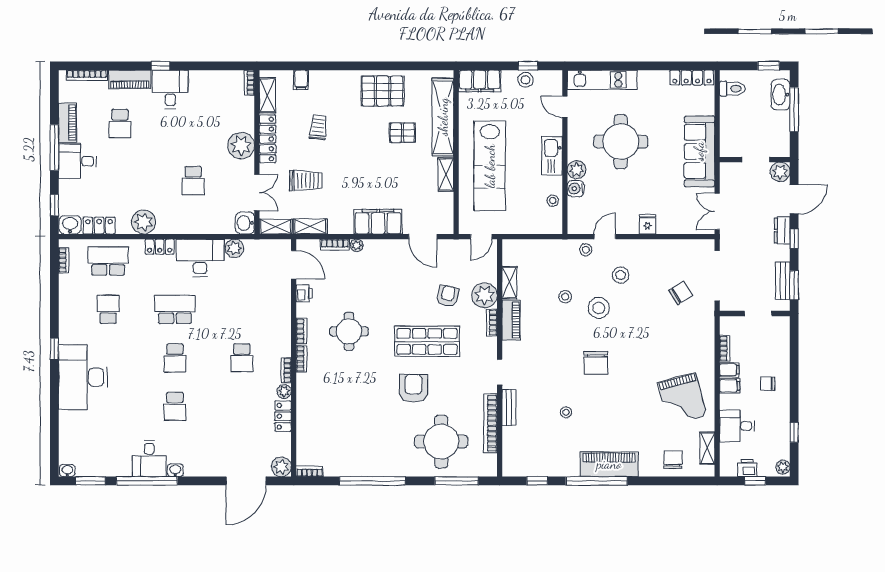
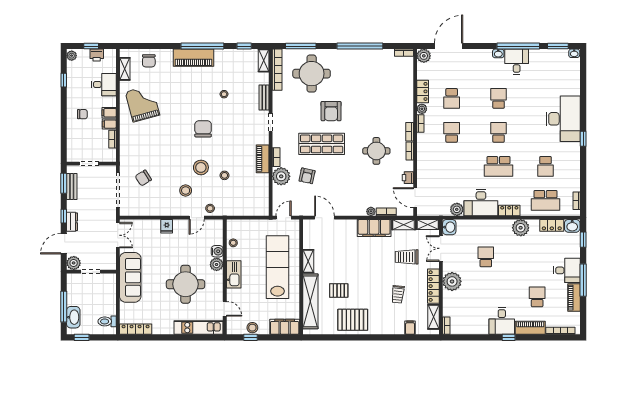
filing cabinet: (378, 222) -> (374, 228), moved
shelving: (509, 282) -> (264, 60), moved
school desk: (242, 406) -> (452, 98), added
bookcase: (490, 423) -> (277, 70), moved

